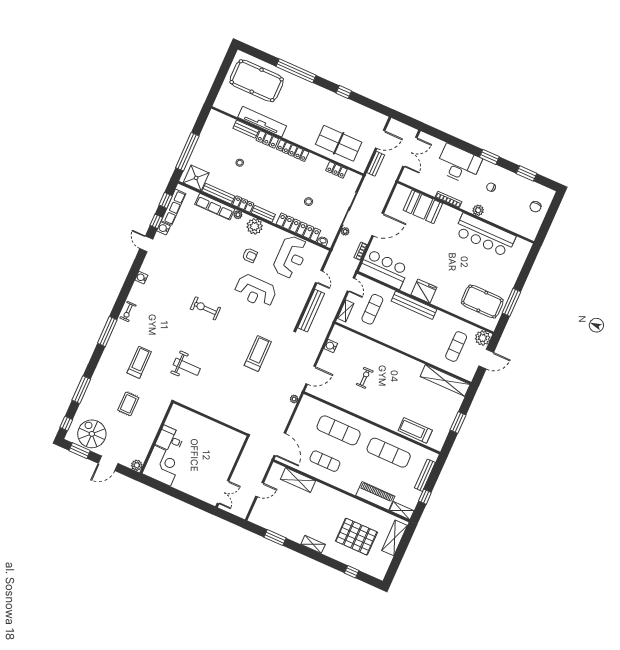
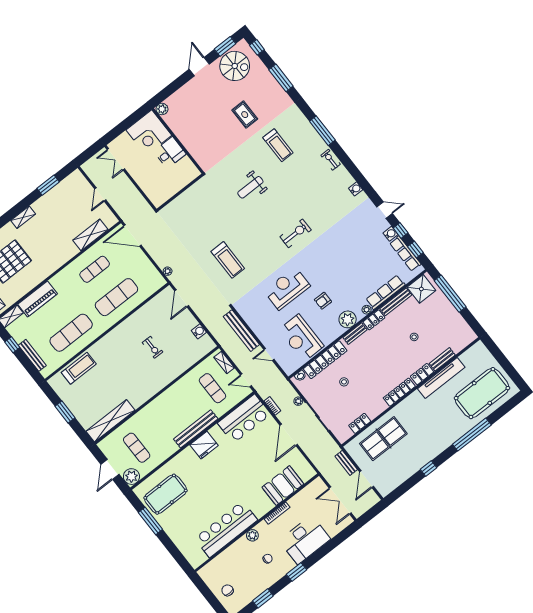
wall: (156, 438) -> (178, 141), moved
desk: (170, 439) -> (170, 153), moved
plant: (137, 465) -> (162, 109), moved
corner desk: (162, 466) -> (149, 133), moved

